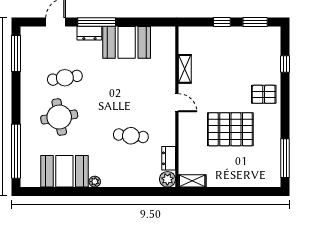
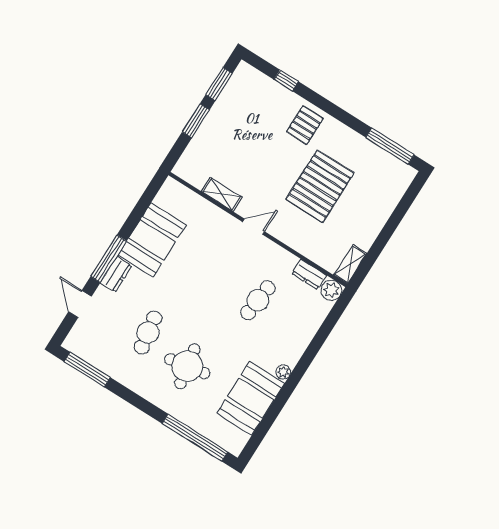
window: (222, 22) -> (196, 121), width x1.50

